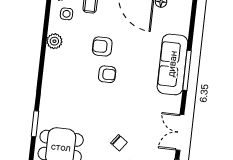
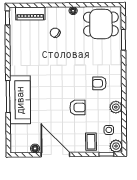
armchair: (107, 74) -> (99, 83), moved
double door: (180, 132) -> (8, 47), removed

